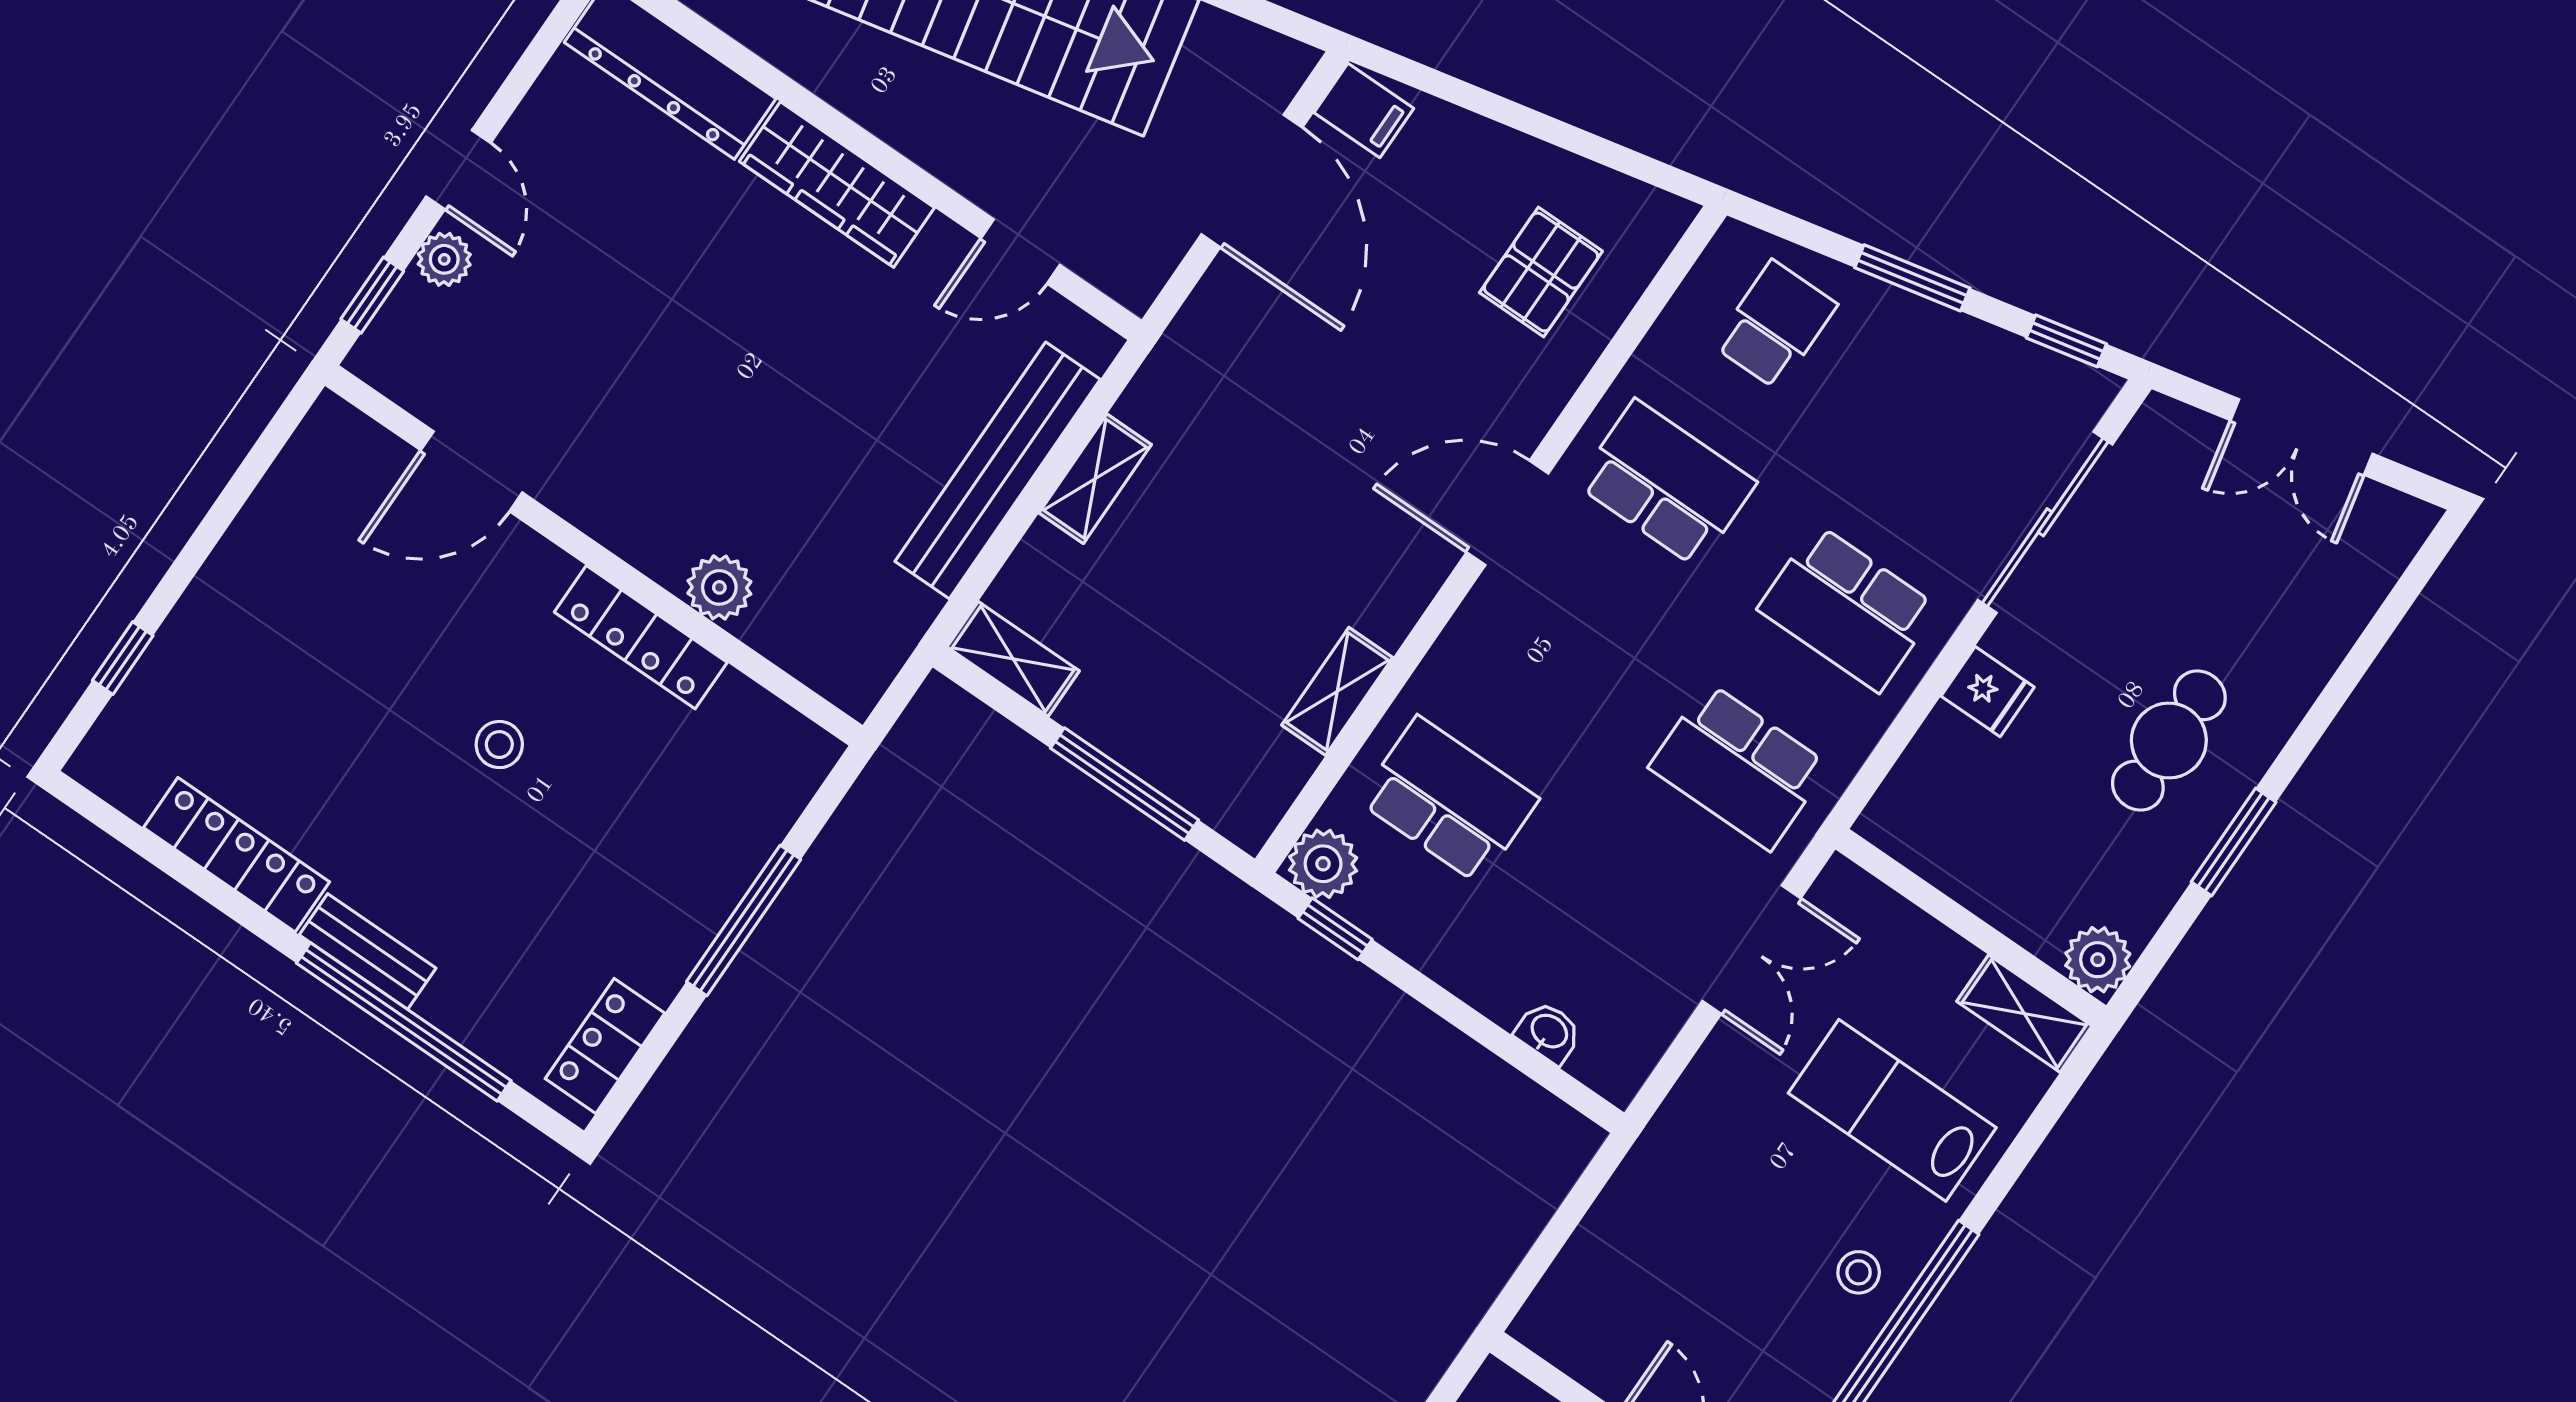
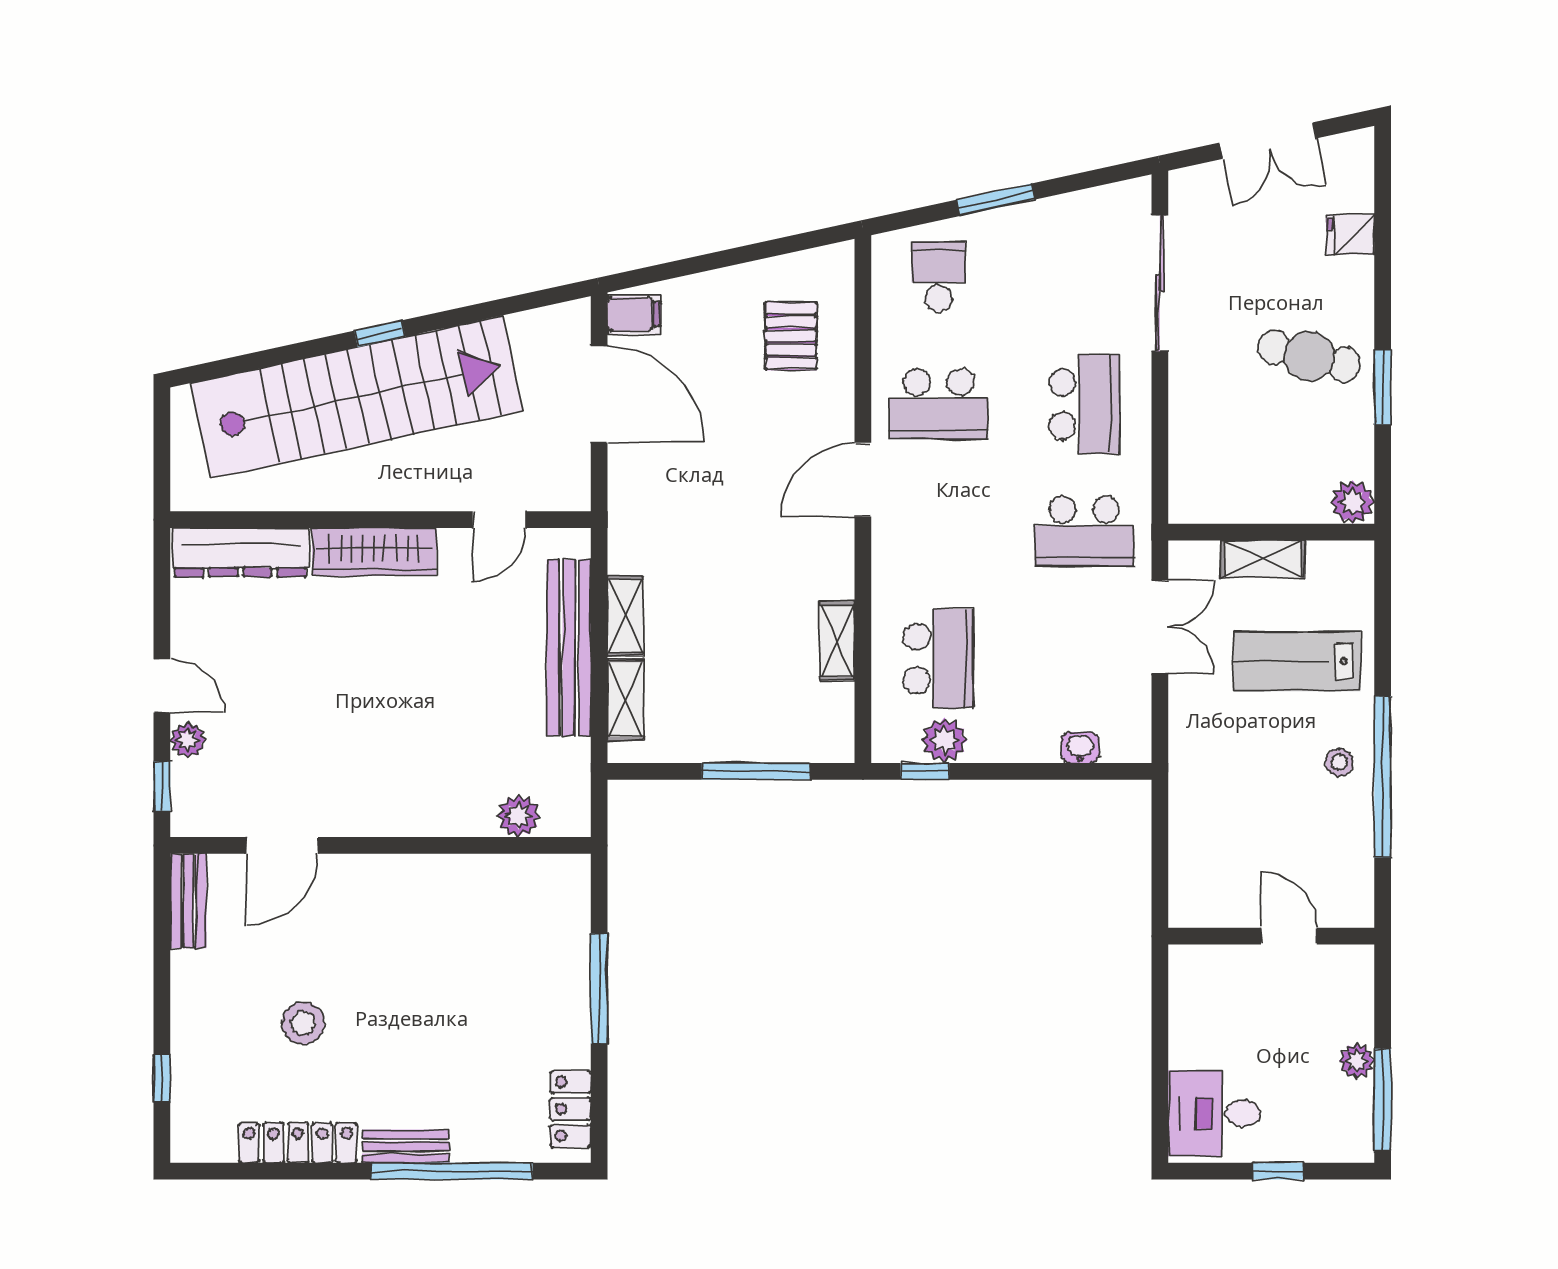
window: (2066, 341) -> (1103, 176), removed
bench: (307, 460) -> (188, 901), added
school desk: (1666, 483) -> (939, 404), turned 180
plant: (719, 587) -> (519, 816), moved
school desk: (1848, 608) -> (1084, 404), turned -90
locker: (641, 637) -> (437, 872), removed
shelving: (1013, 659) -> (626, 699), moved, turned 90
fridge: (1988, 692) -> (1350, 235), moved, turned 180
cafe table: (2169, 740) -> (1309, 356), turned -76
stool: (499, 745) -> (303, 1023), moved, width x1.37, depth x1.37
school desk: (1449, 800) -> (939, 658), turned 90
plant: (1323, 864) -> (944, 740), moved
shelving: (2024, 1014) -> (1263, 559), moved

